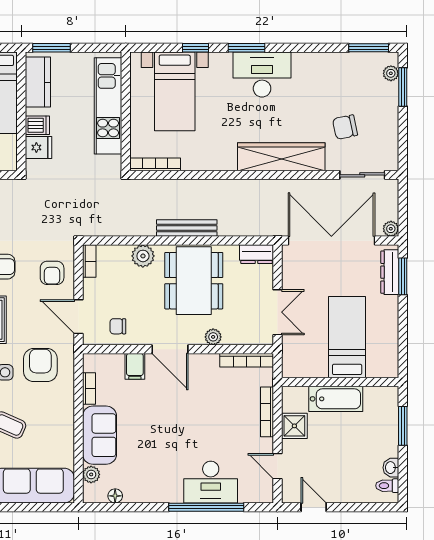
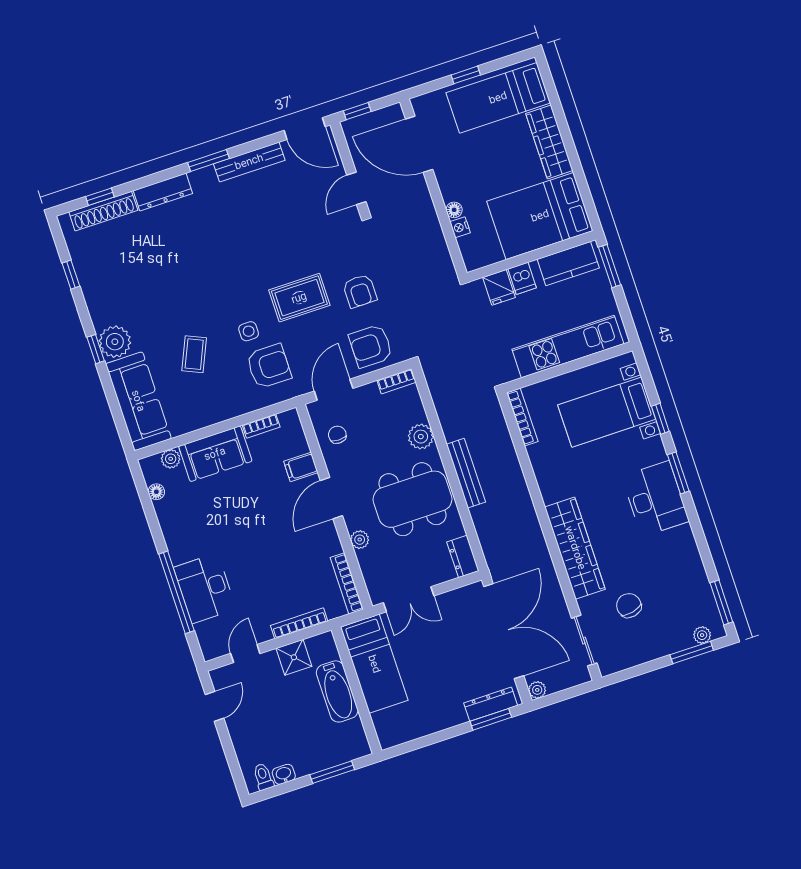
armchair: (52, 273) -> (371, 346), width x1.38, depth x1.38
bed: (347, 337) -> (374, 664), moved, turned 90

